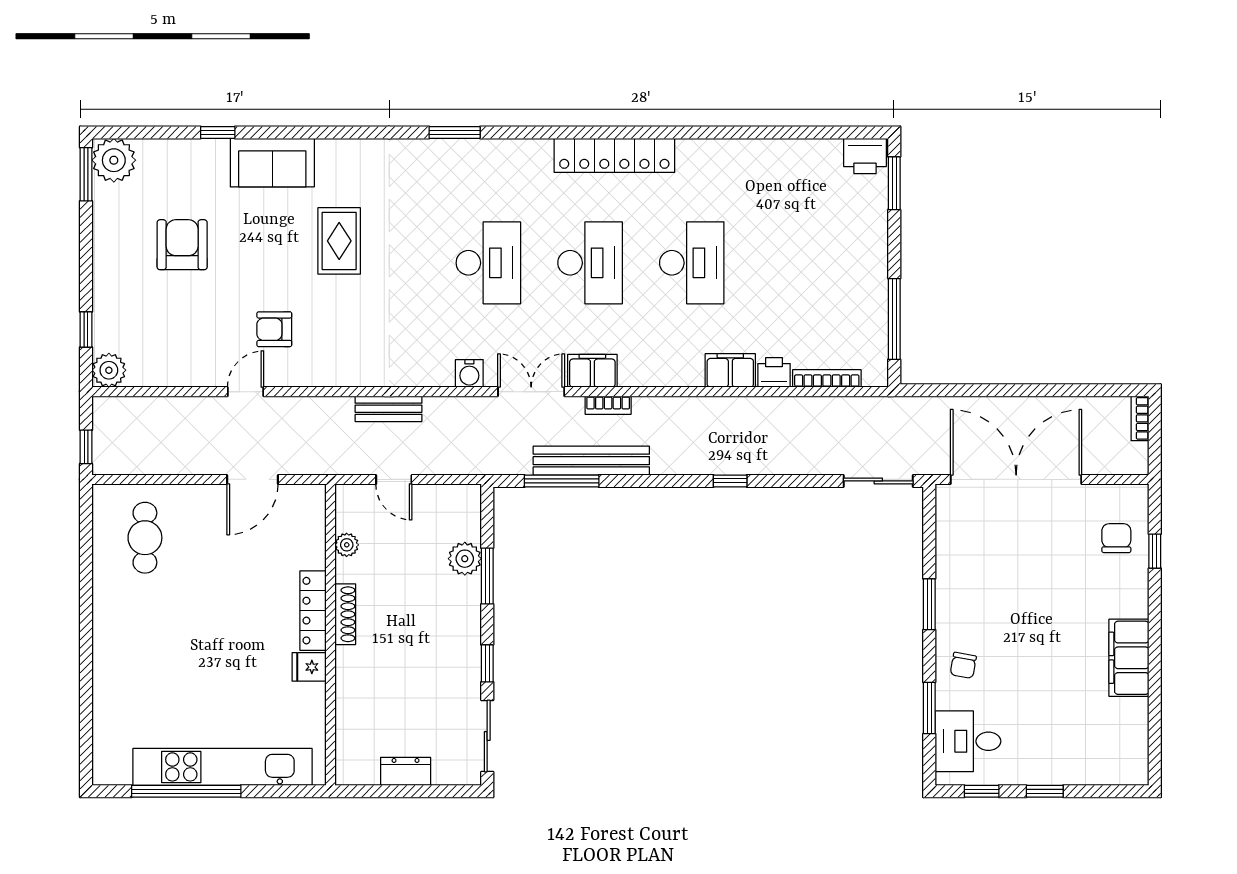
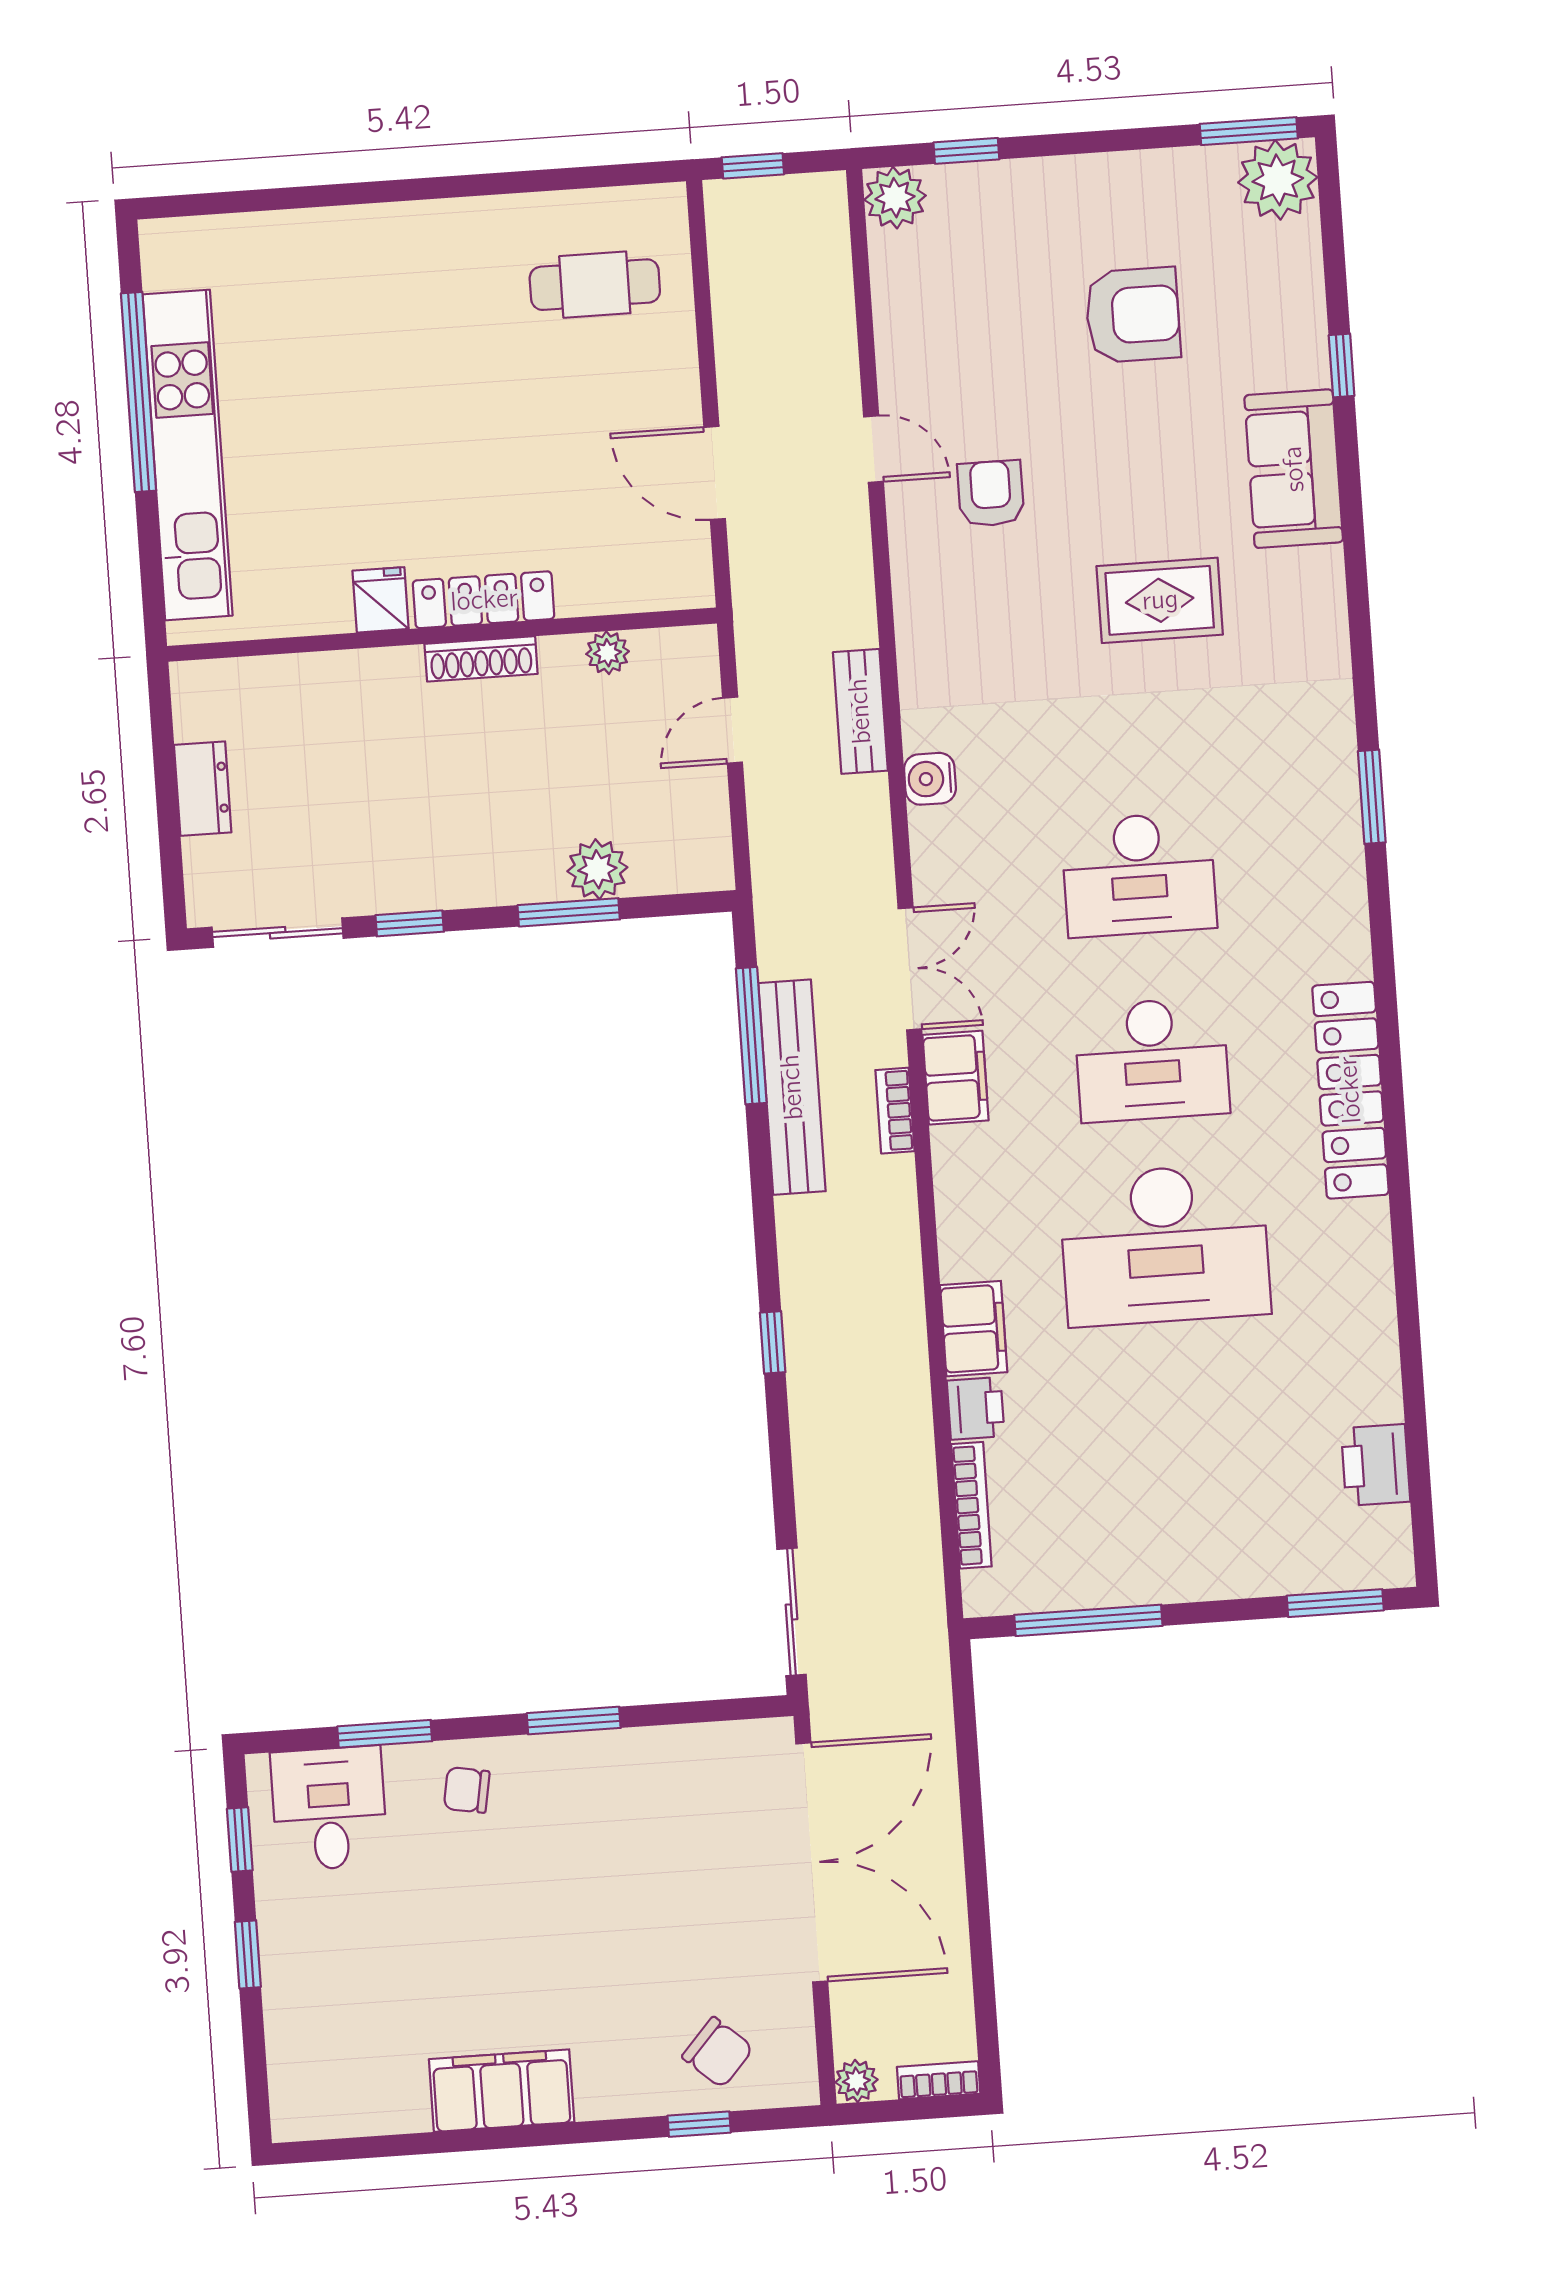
printer: (865, 156) -> (1376, 1465), moved
desk: (692, 263) -> (1165, 1245), width x1.36, depth x1.30
water cooler: (469, 373) -> (930, 779), moved
plant: (1137, 463) -> (856, 2081), added
chair: (1116, 538) -> (718, 2052), turned 42

